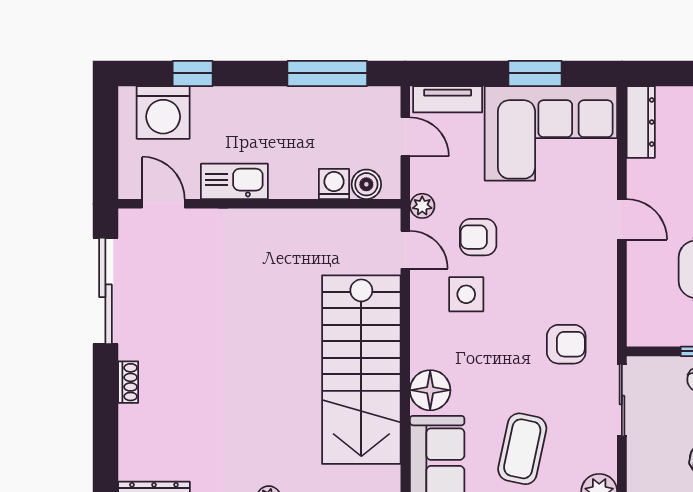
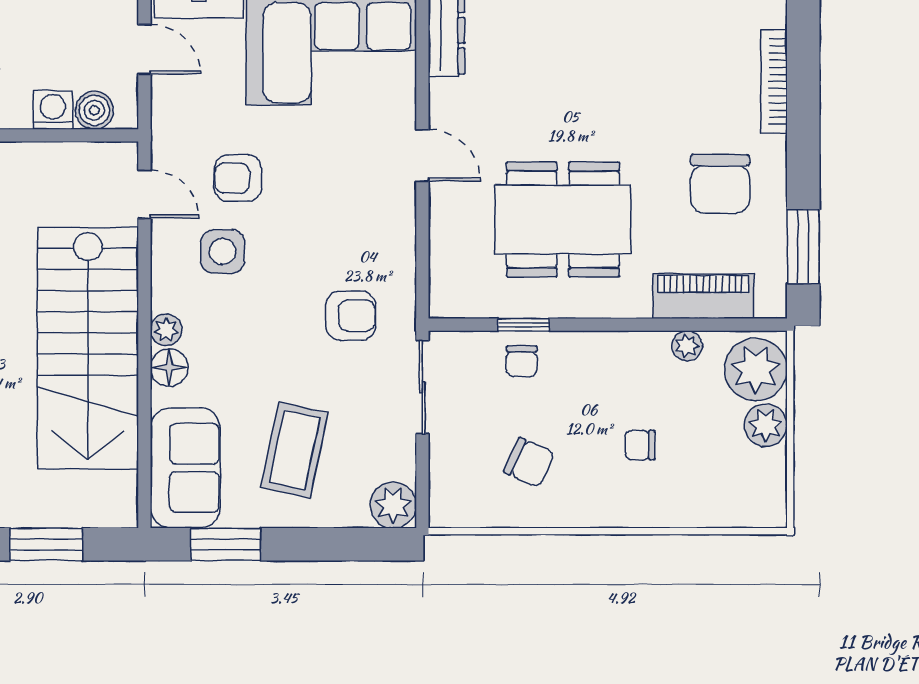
plant: (422, 206) -> (166, 330), moved
floor lamp: (430, 390) -> (169, 368), width x0.73, depth x0.73

